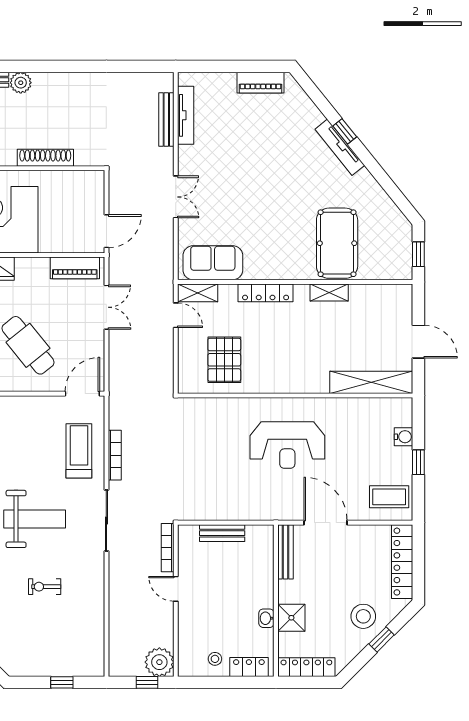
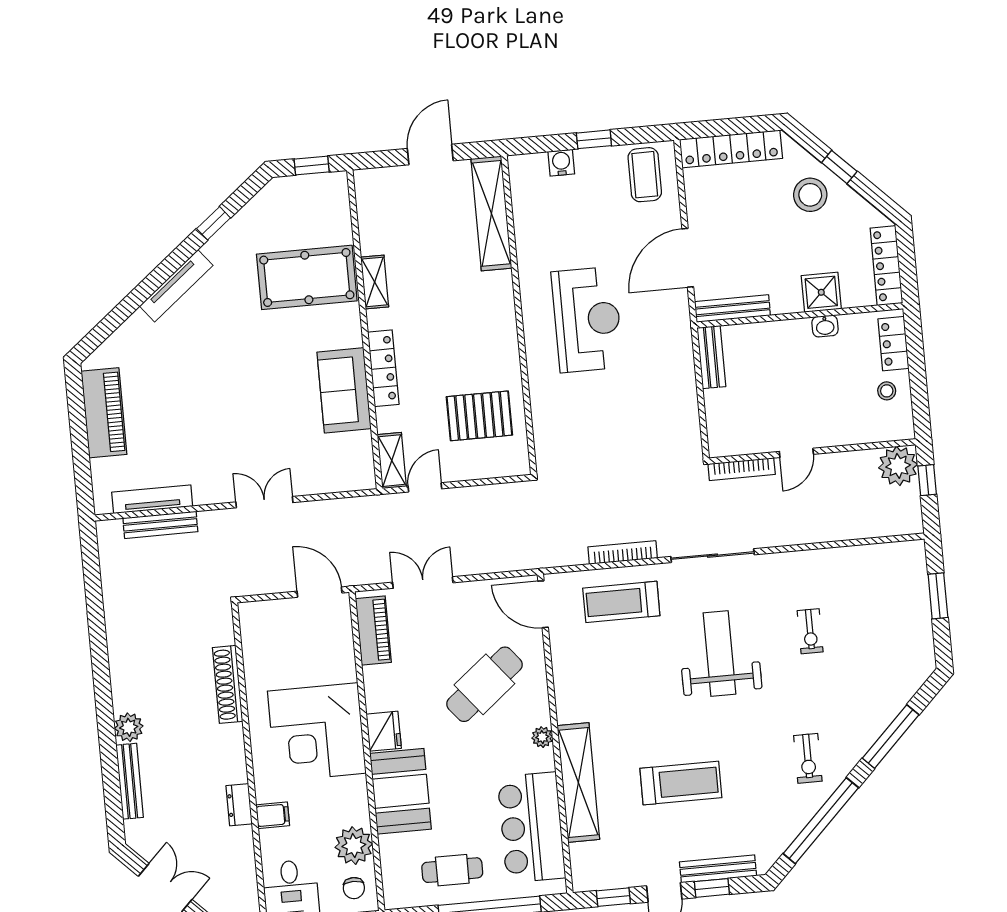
piano: (261, 83) -> (104, 413), width x1.37, depth x1.33
window: (345, 131) -> (214, 223), moved
sofa: (213, 263) -> (344, 390), moved
bench: (222, 533) -> (711, 357), moved
window: (62, 682) -> (938, 596), width x1.50

